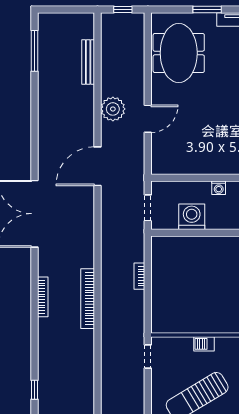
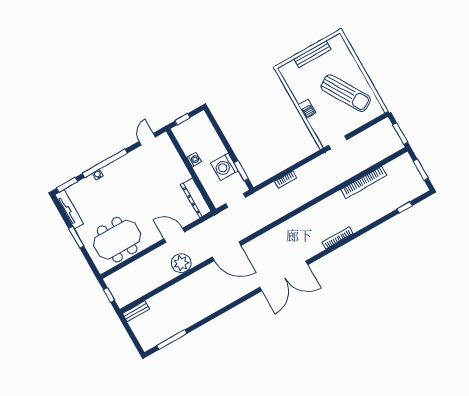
bench: (88, 62) -> (136, 311), moved, width x0.73
dresser: (175, 166) -> (196, 198), added
window: (177, 233) -> (241, 171), added
bookcase: (88, 299) -> (364, 182), moved

